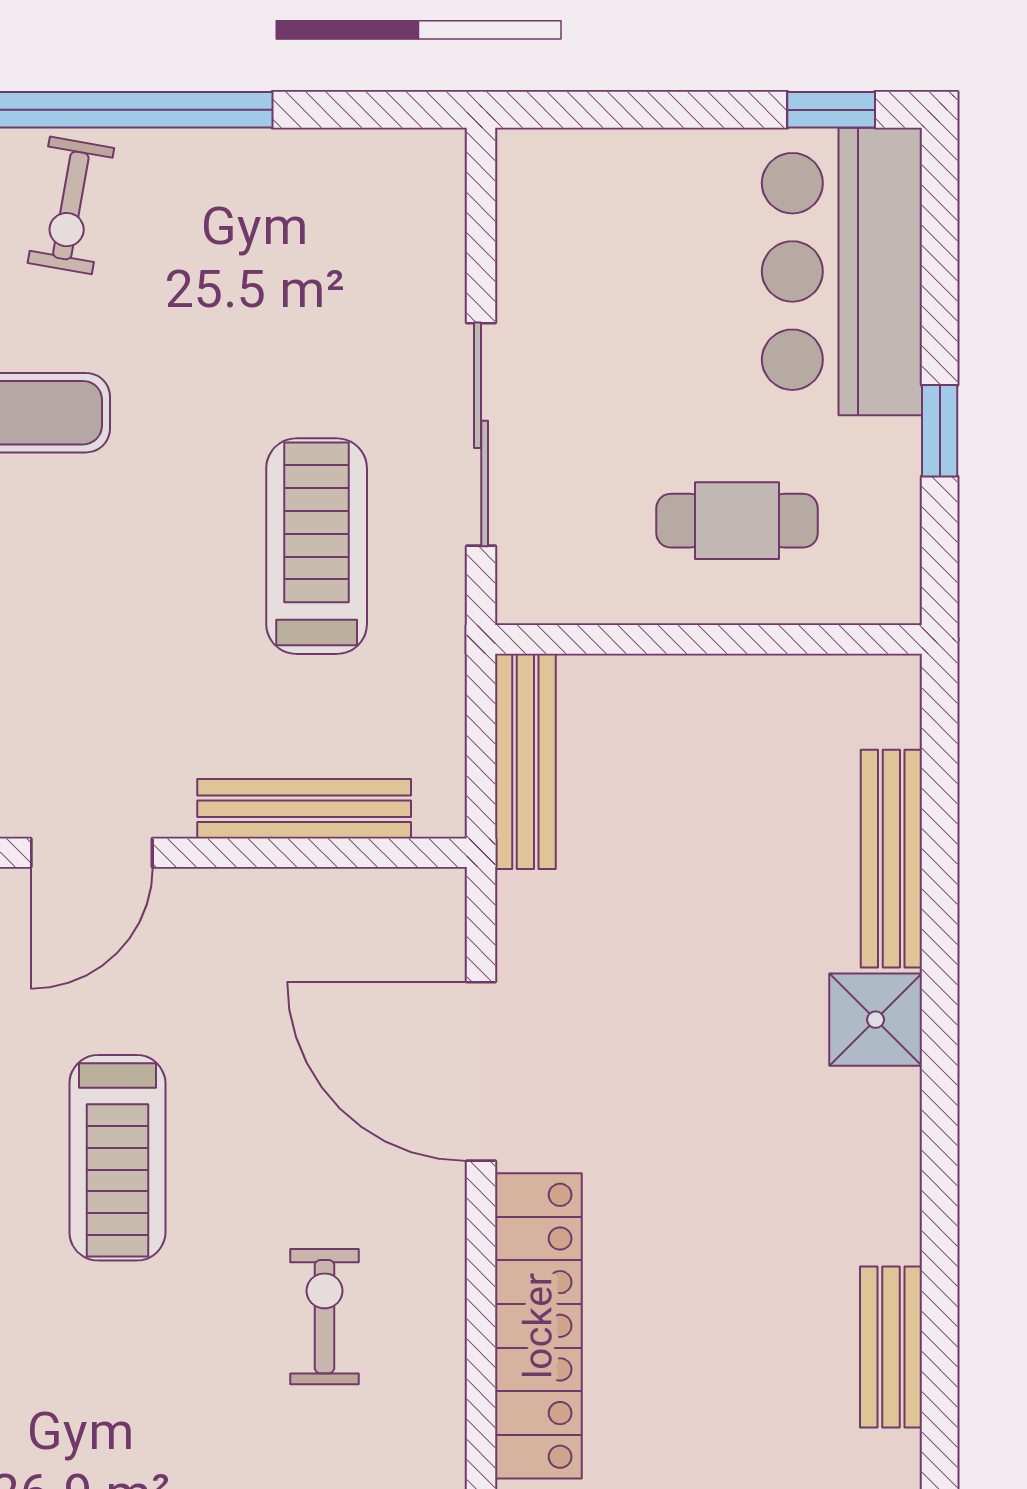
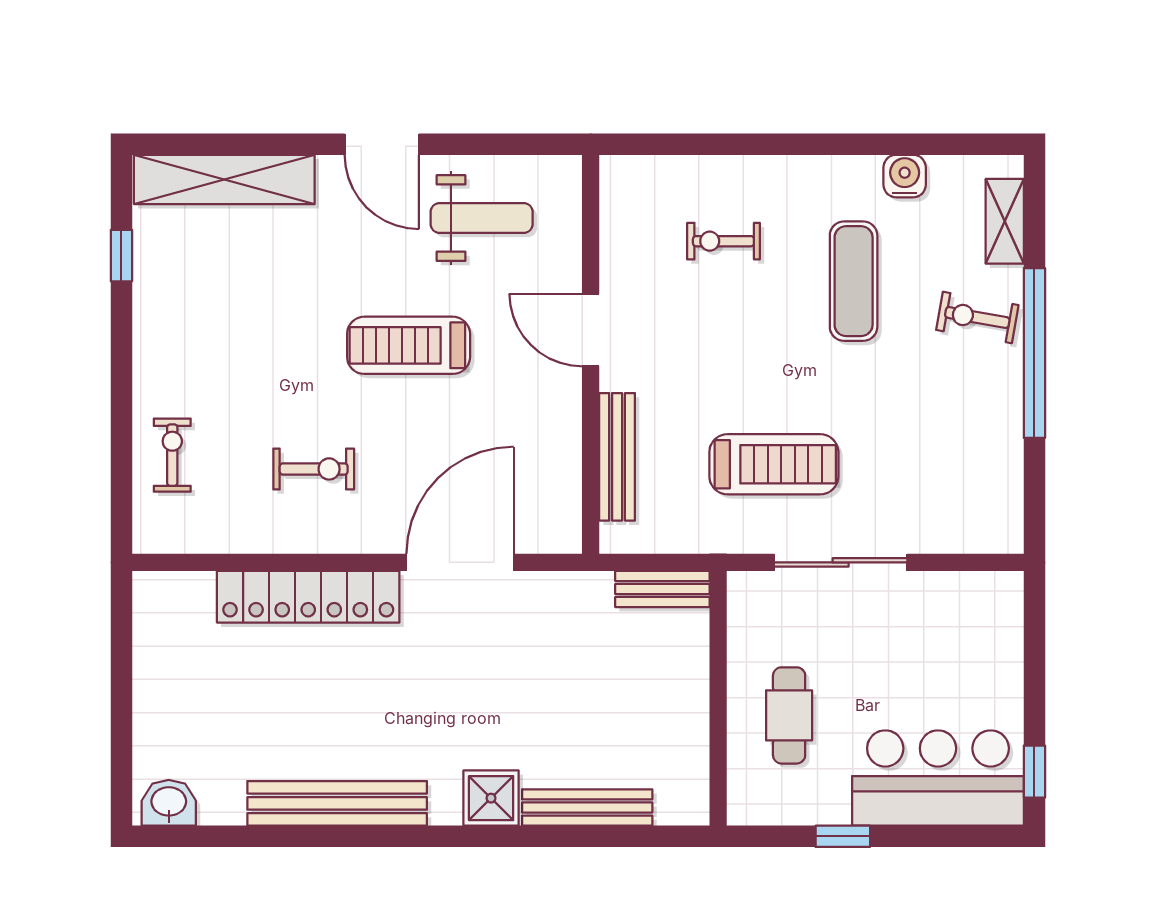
bench: (525, 761) -> (662, 589), width x0.73
bench: (891, 1347) -> (337, 803), width x1.86, depth x1.21

